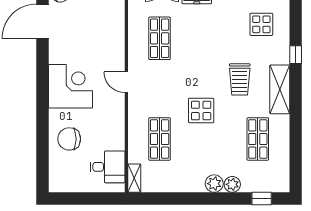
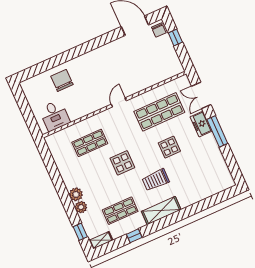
display table: (261, 24) -> (169, 147), moved
shop shelf: (160, 38) -> (159, 112), width x1.43, depth x1.36
window: (296, 55) -> (134, 236), moved
corner desk: (70, 86) -> (99, 65), removed
shelving: (134, 178) -> (101, 240), moved

